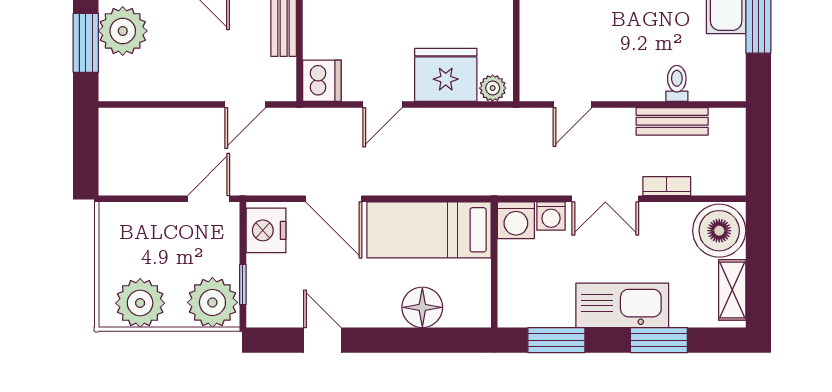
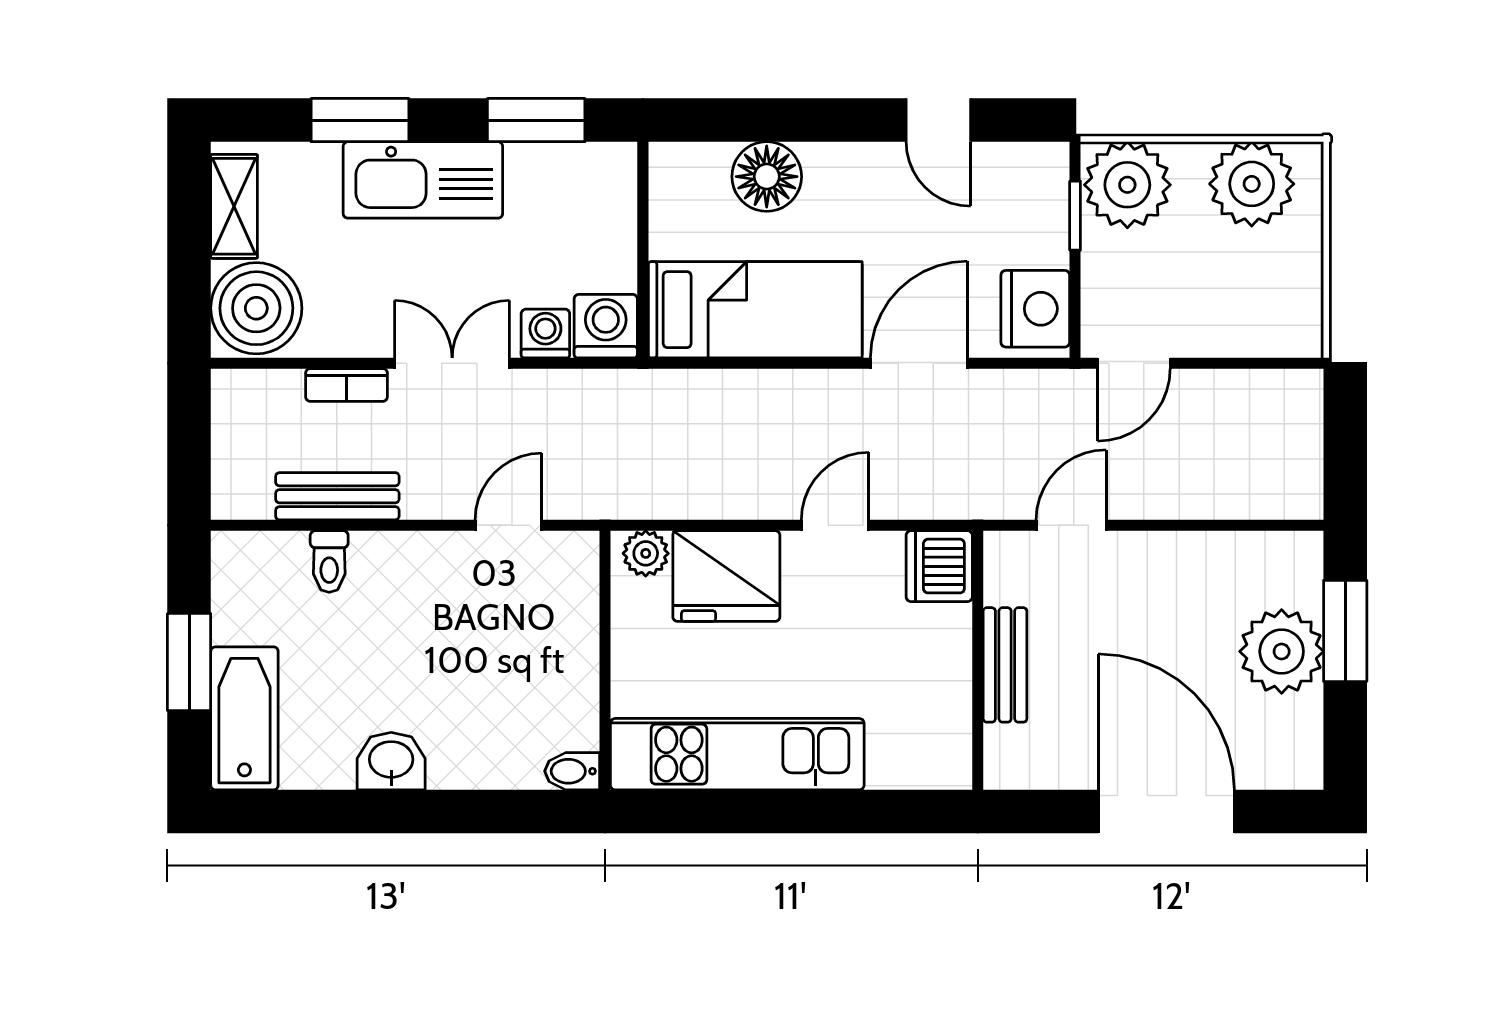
door: (334, 199) -> (919, 363), hinge flipped

